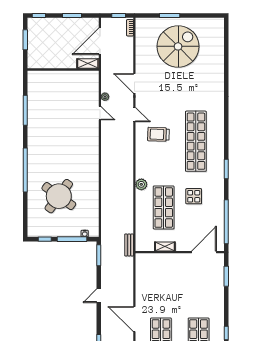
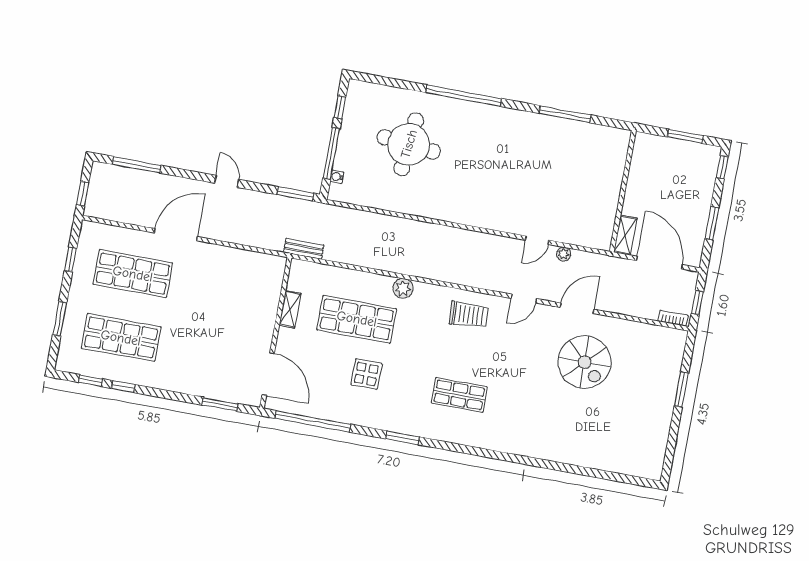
spiral stairs: (178, 46) -> (585, 362), moved, width x0.73, depth x0.73
trolley: (158, 134) -> (469, 315), moved, turned 85
shop shelf: (196, 141) -> (459, 395), width x0.50, depth x0.74
round table: (59, 196) -> (409, 144), turned -30

